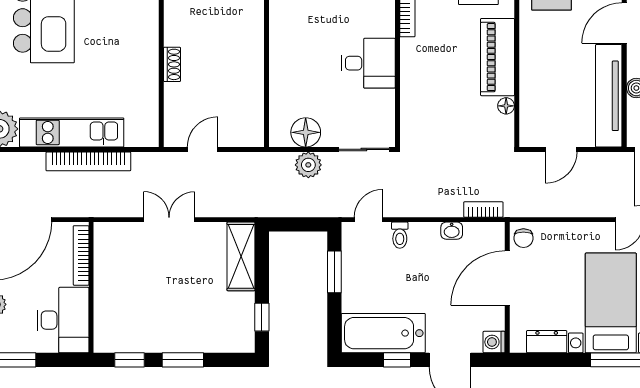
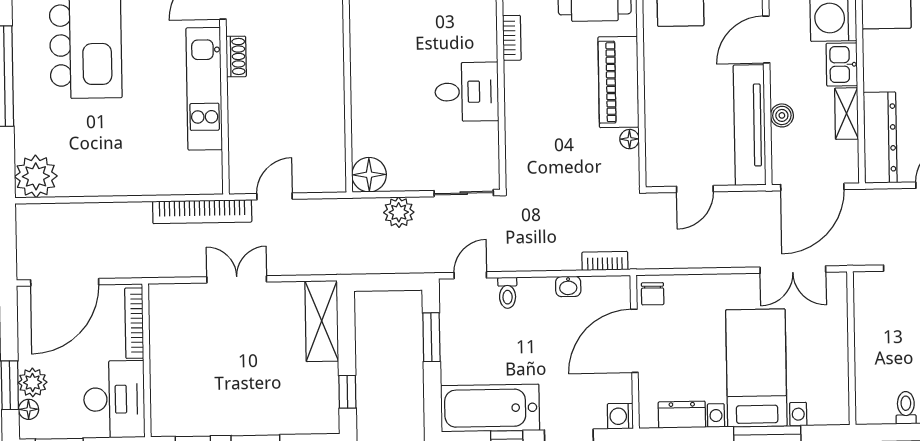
shoe rack: (172, 64) -> (236, 57), moved
kitchen unit: (72, 132) -> (204, 89), moved, turned -90
floor lamp: (306, 132) -> (369, 175), moved
bookcase: (88, 161) -> (202, 212), moved

